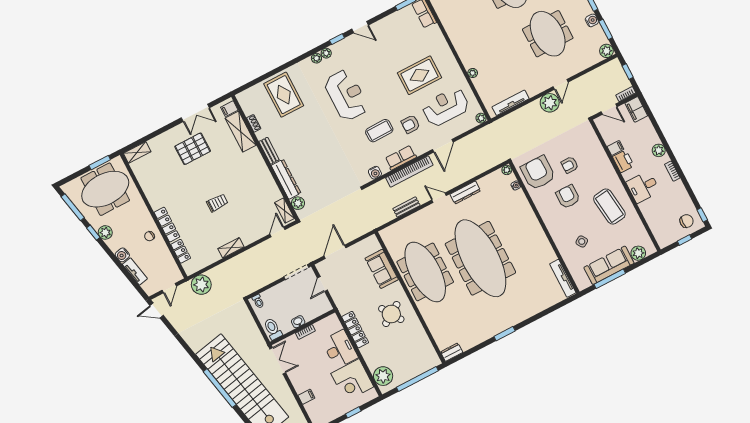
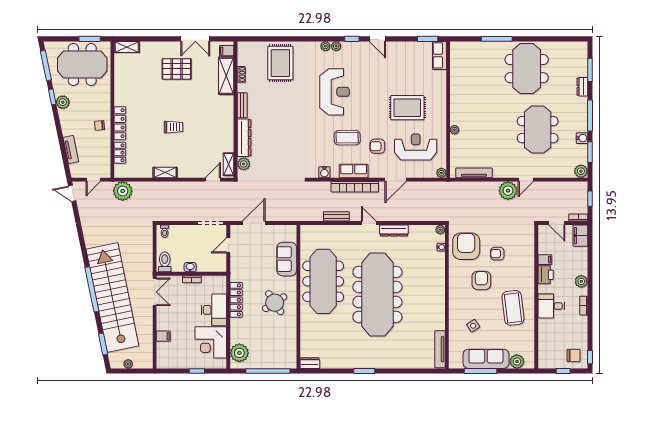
water cooler: (122, 255) -> (67, 129), removed

